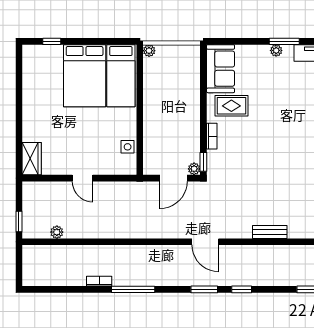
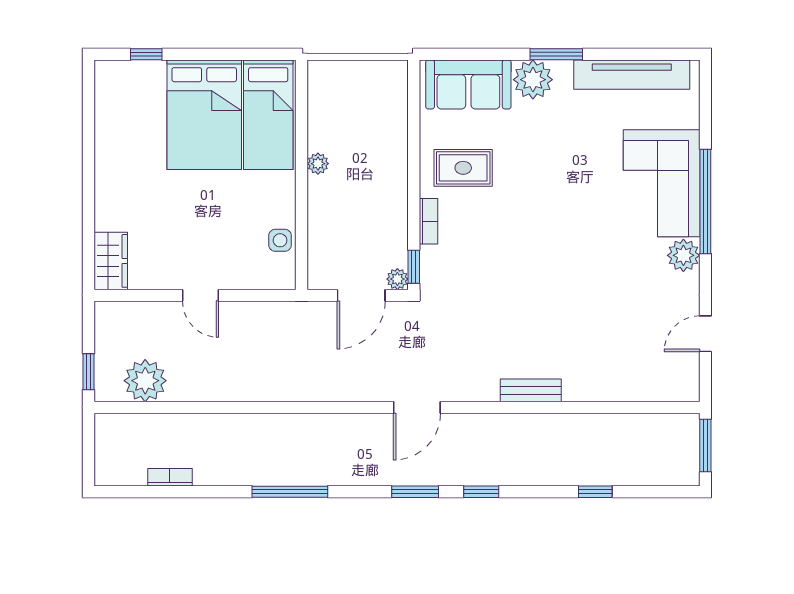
plant: (276, 50) -> (533, 80), width x1.87, depth x1.87
plant: (149, 51) -> (318, 164), moved
sofa: (221, 69) -> (468, 84), moved, turned 90
plant: (57, 232) -> (145, 381), width x1.88, depth x1.88
door: (205, 242) -> (417, 408), hinge flipped
bookcase: (99, 281) -> (170, 477), moved

